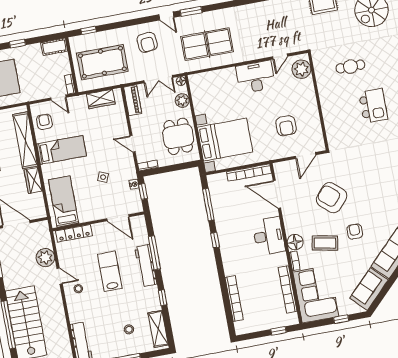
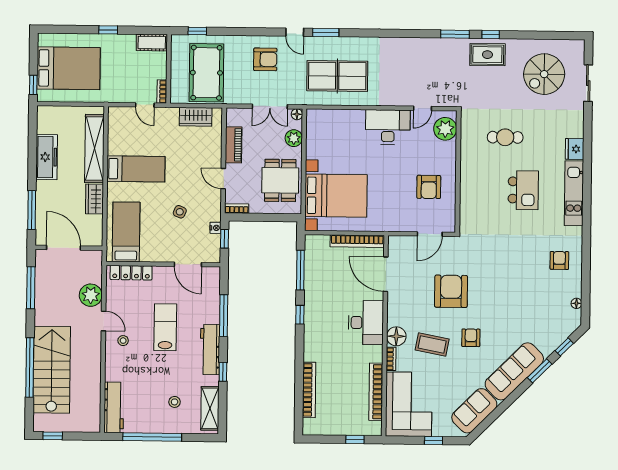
armchair: (147, 42) -> (265, 59), turned -85
pool table: (102, 62) -> (206, 73), turned 90
piano: (133, 100) -> (234, 145), moved
armchair: (44, 122) -> (122, 131), removed
armchair: (286, 126) -> (429, 187), moved
armchair: (332, 198) -> (451, 291), turned 49
workbench: (146, 266) -> (210, 350), moved

